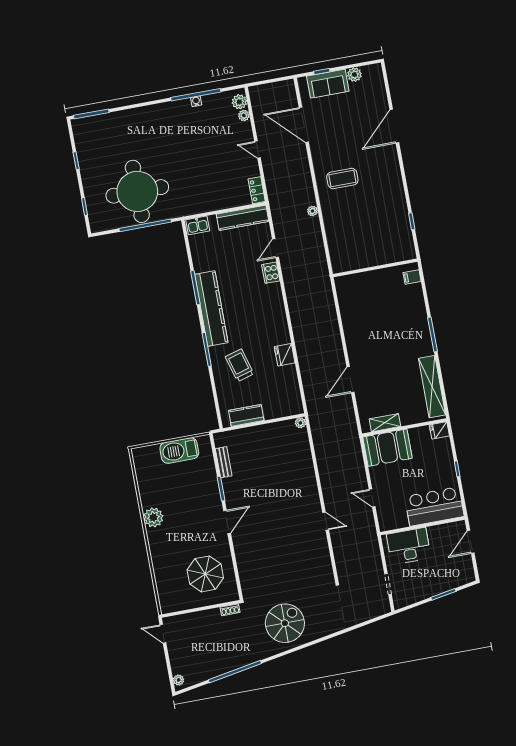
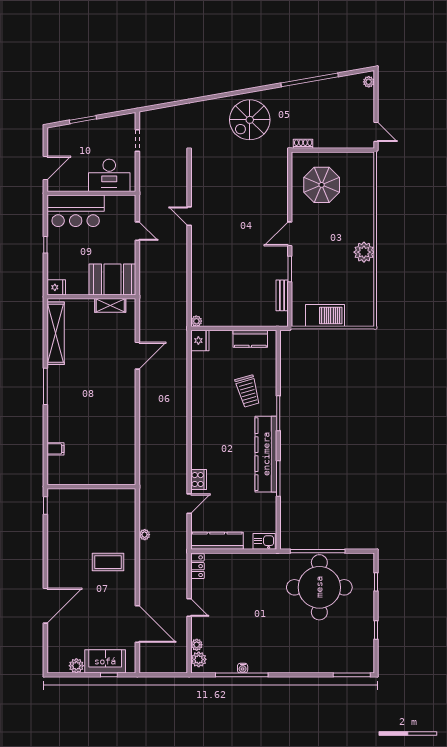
wall: (375, 268) -> (91, 487), moved
fridge: (285, 355) -> (200, 341), moved

